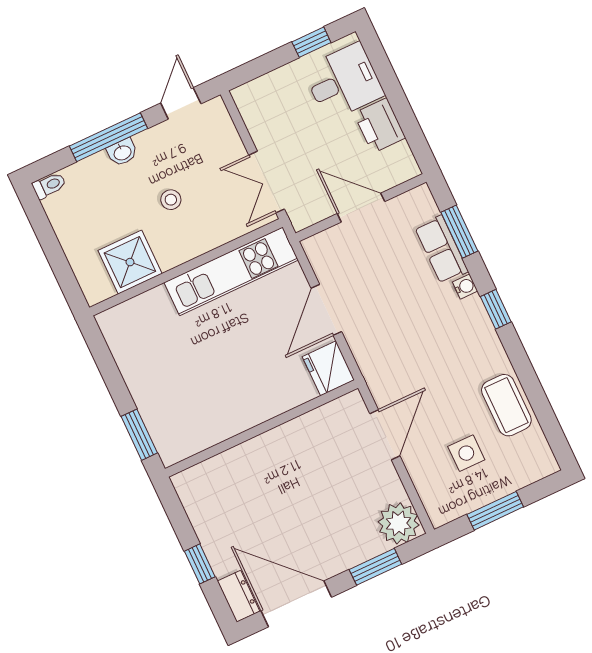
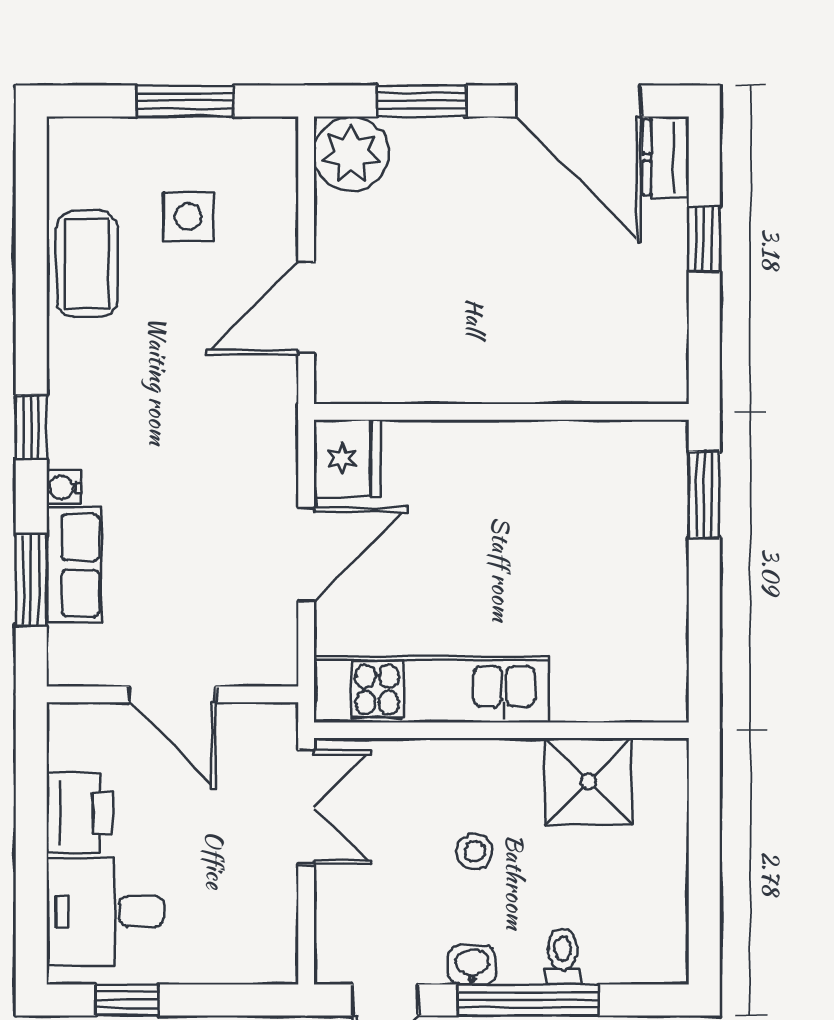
washbasin: (122, 152) -> (472, 965), moved
toilet: (49, 185) -> (563, 957), moved, turned 90

